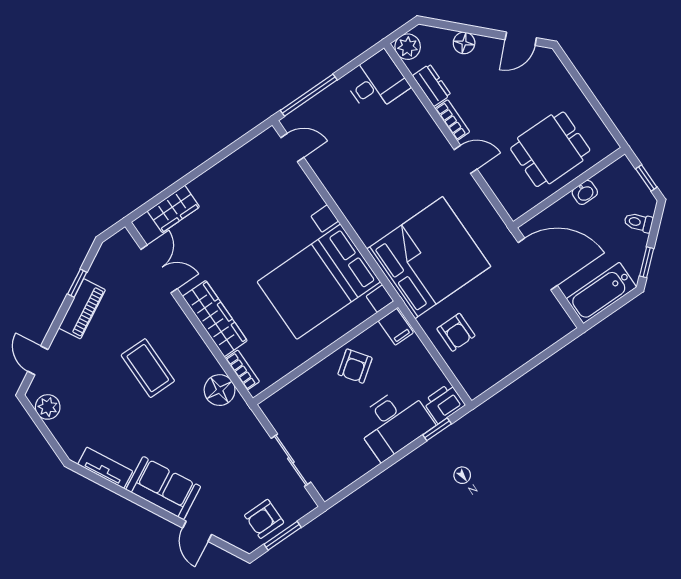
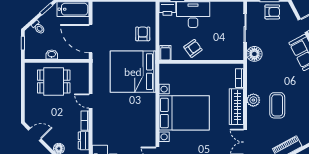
bed with nightstands: (319, 282) -> (184, 113), moved
plant: (194, 349) -> (253, 100), added
floor lamp: (220, 390) -> (254, 54), moved

